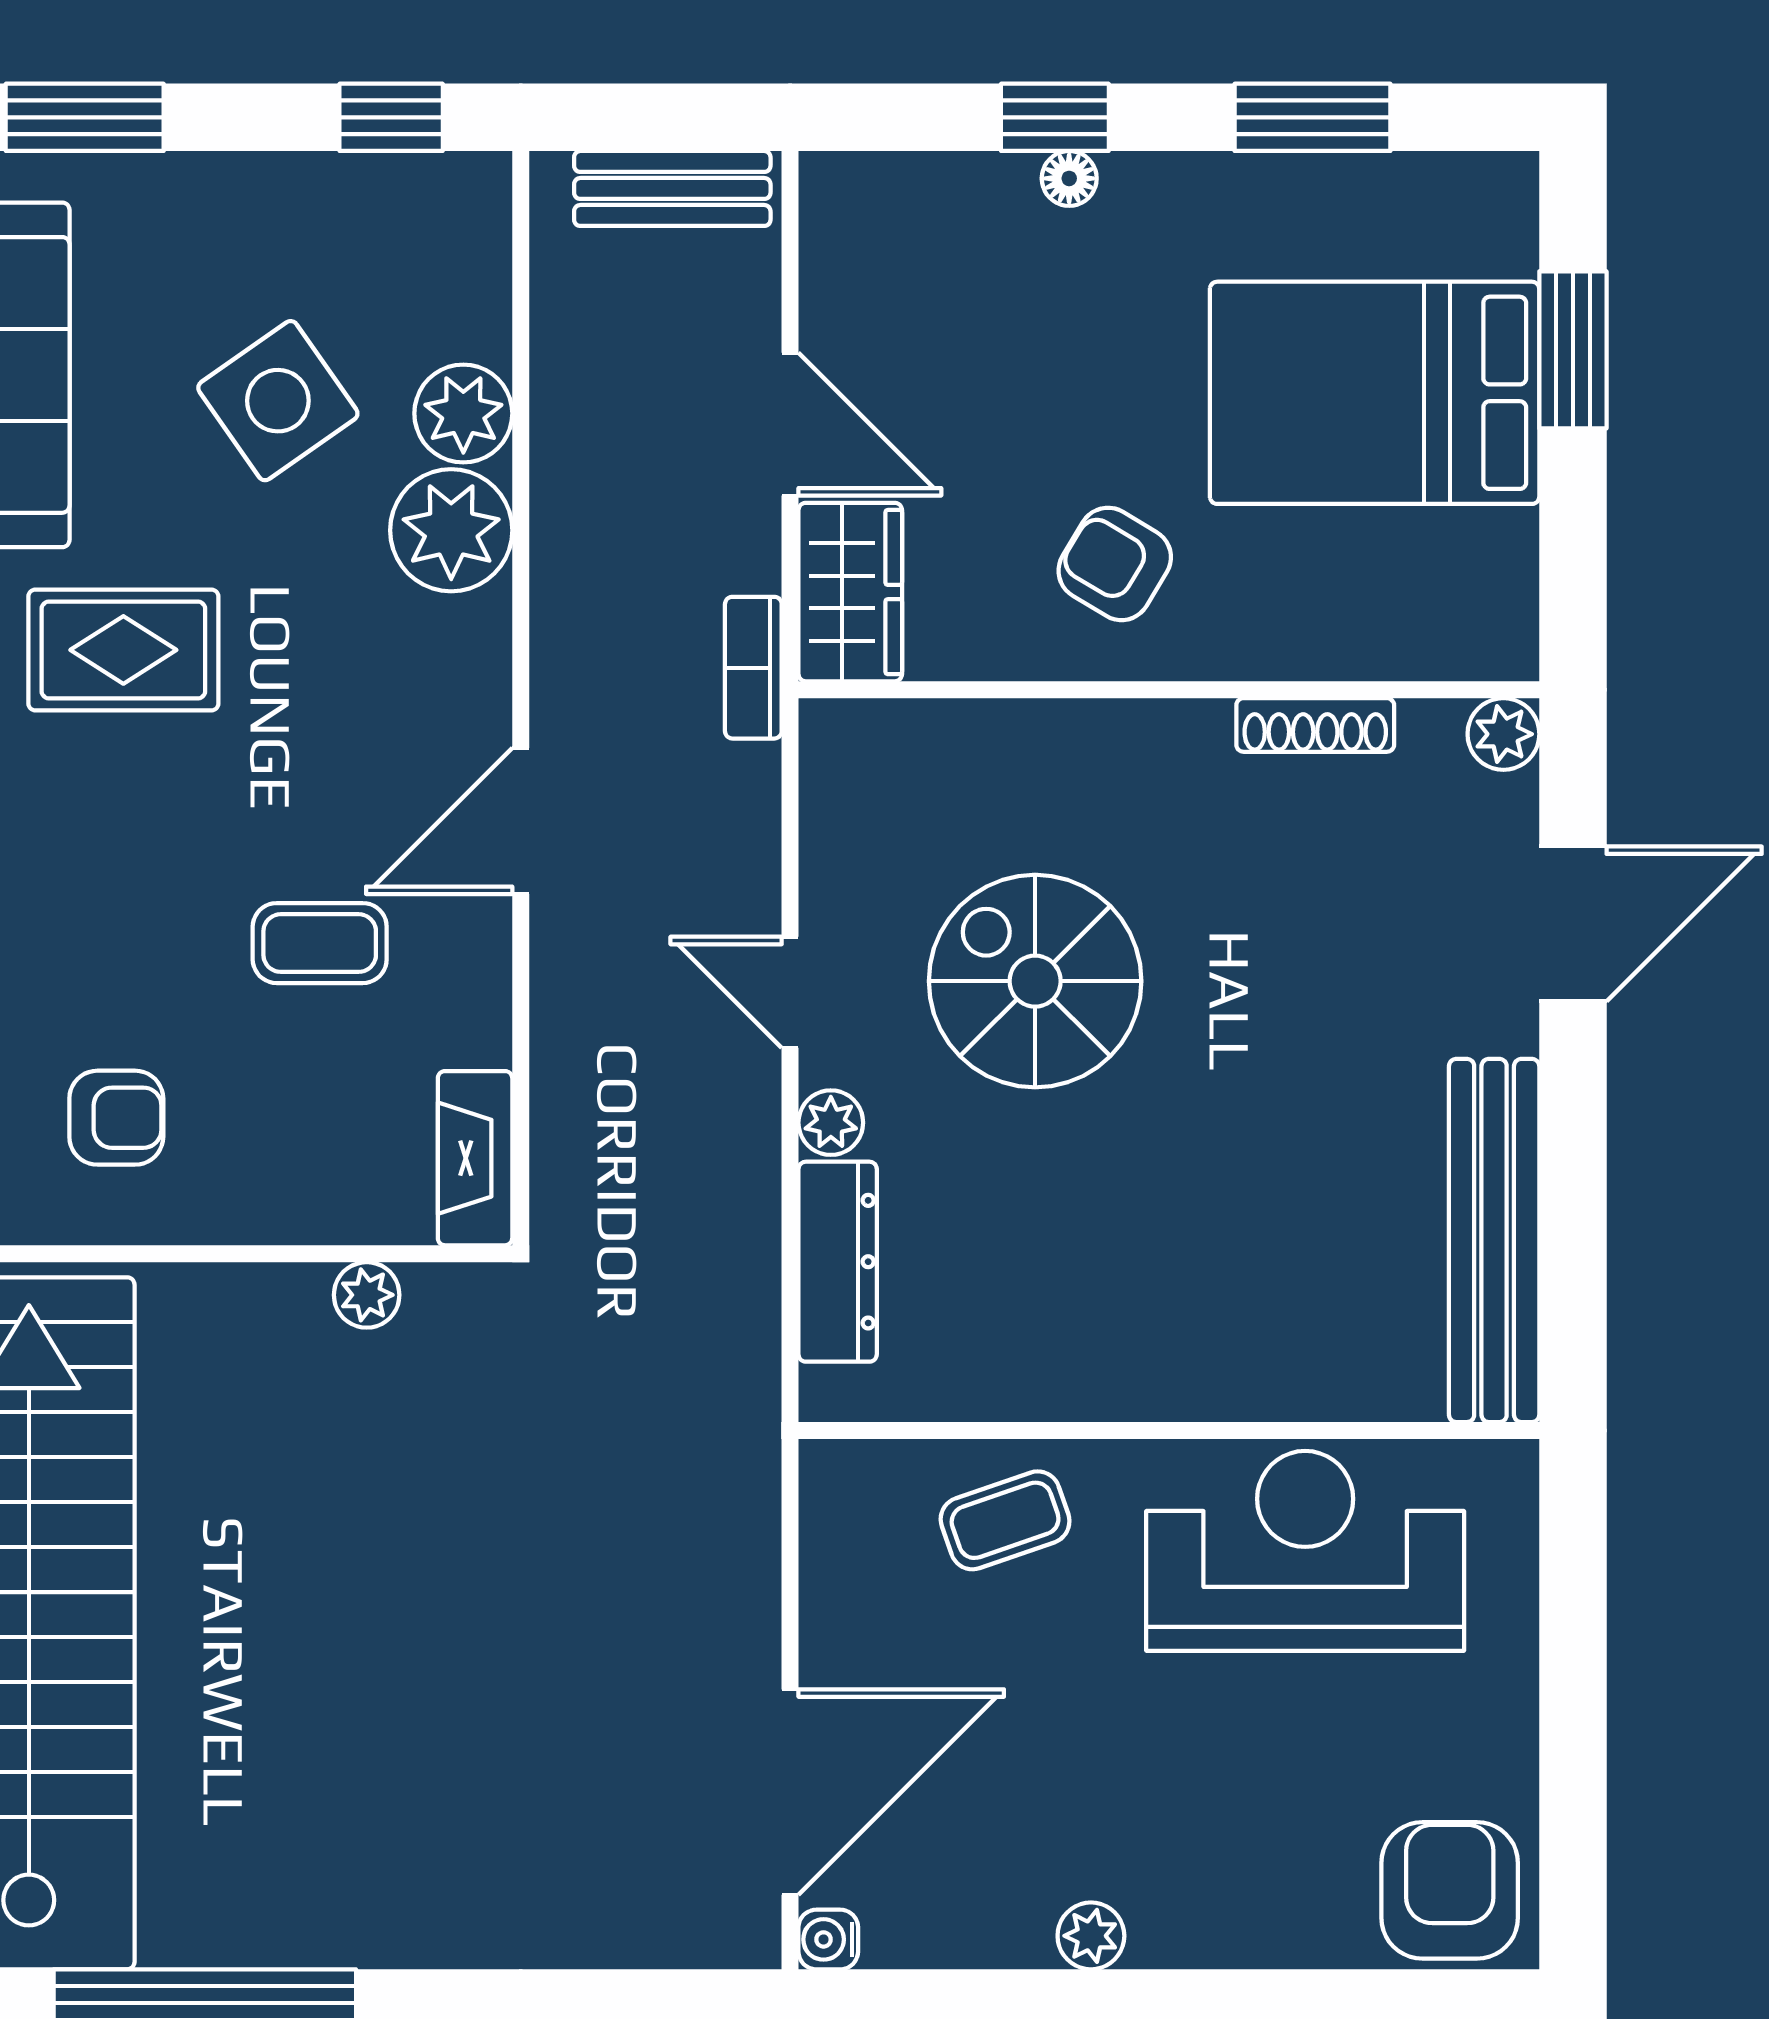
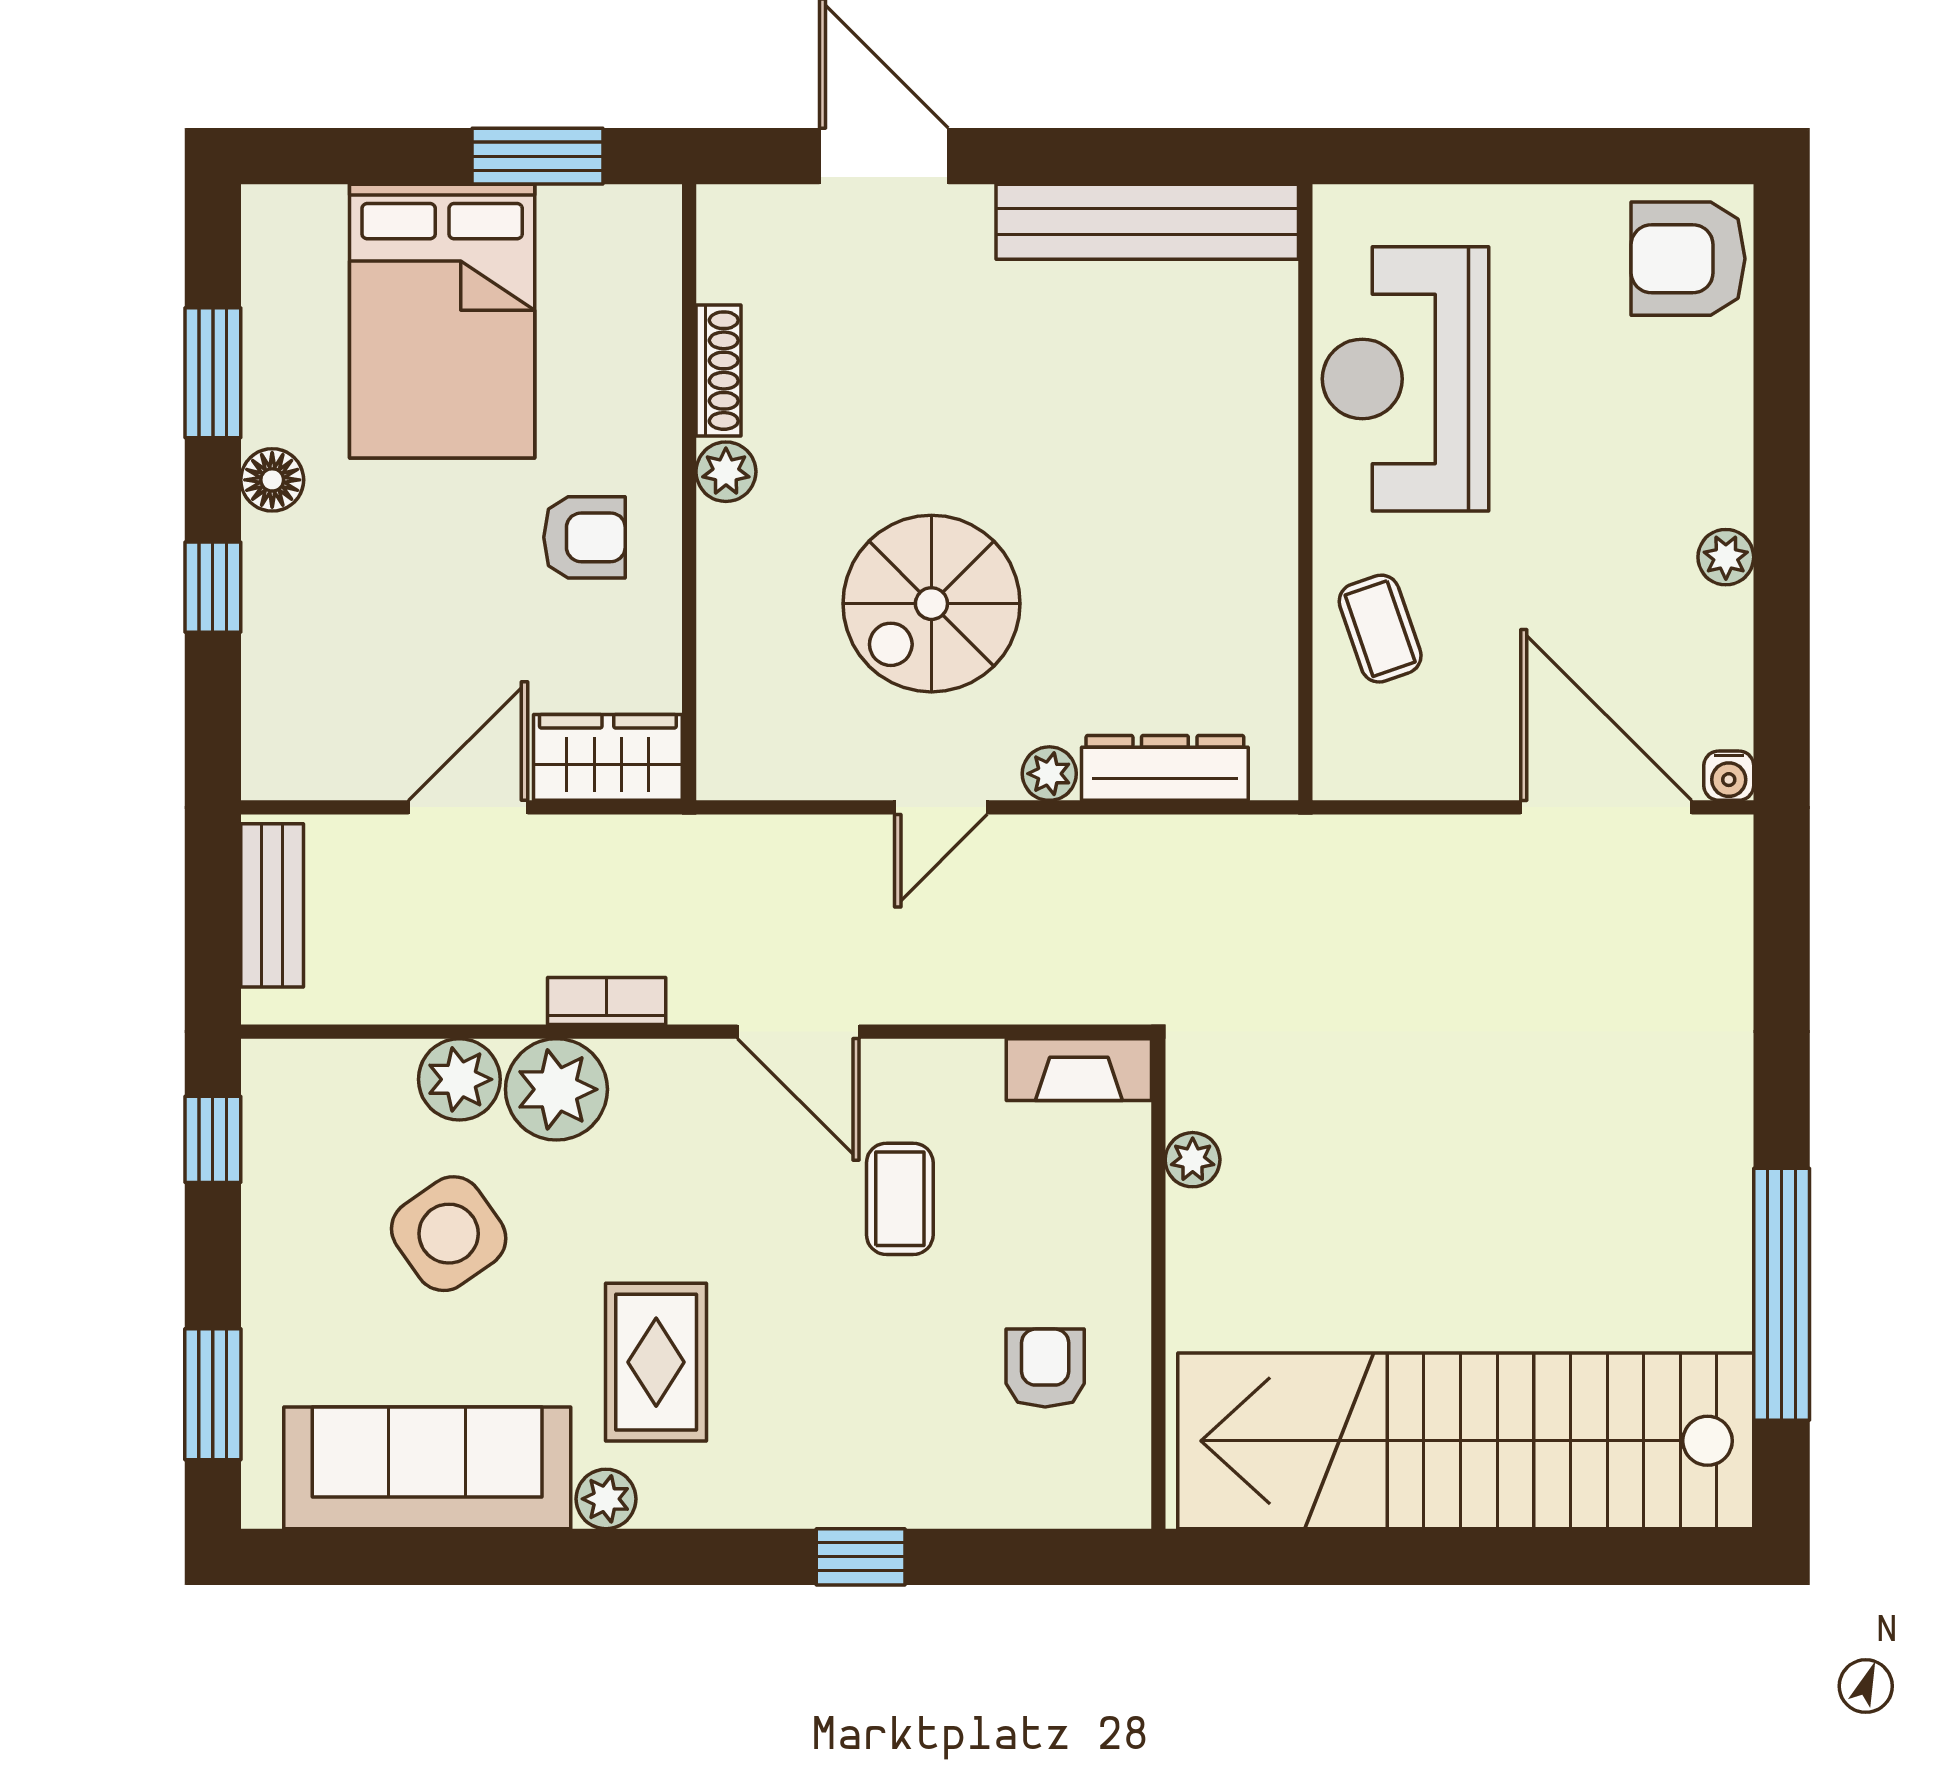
floor lamp: (1069, 178) -> (272, 480), moved, width x1.37, depth x1.37
window: (1573, 350) -> (537, 156), moved
armchair: (1115, 564) -> (584, 537), turned -121
bookcase: (753, 668) -> (607, 1001), moved, turned 180
plant: (1503, 734) -> (726, 472), moved

